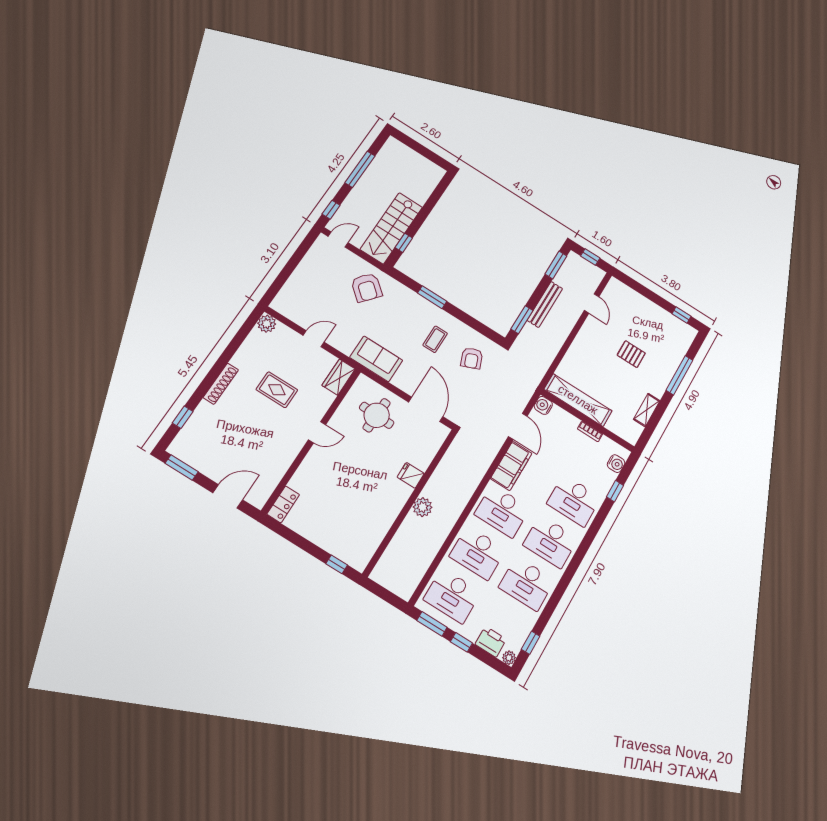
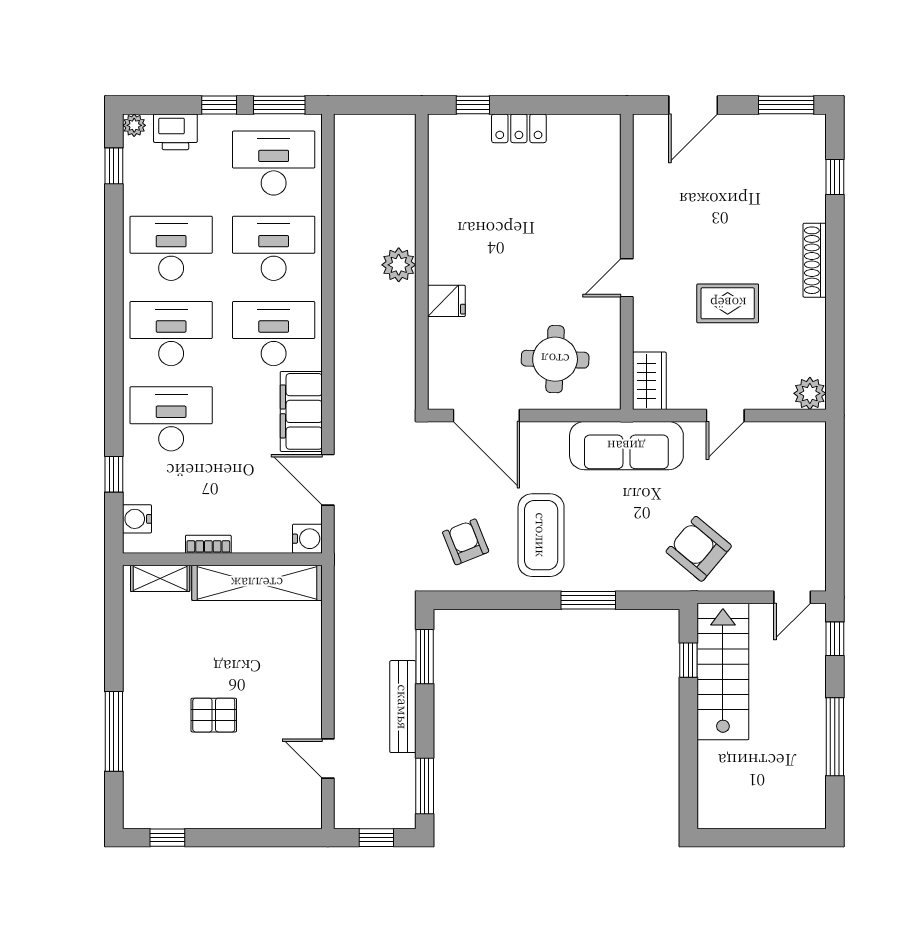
coffee table: (435, 339) -> (541, 535), width x1.86, depth x1.72
sofa: (376, 359) -> (626, 446), width x1.36
shelving: (647, 410) -> (160, 578), moved, turned 90
locker: (283, 504) -> (519, 128), moved, turned -90

